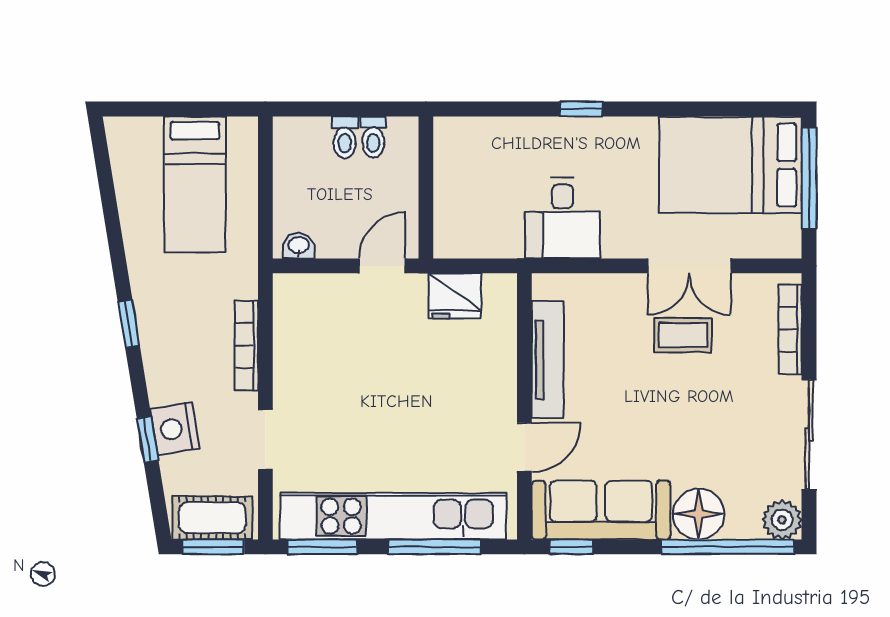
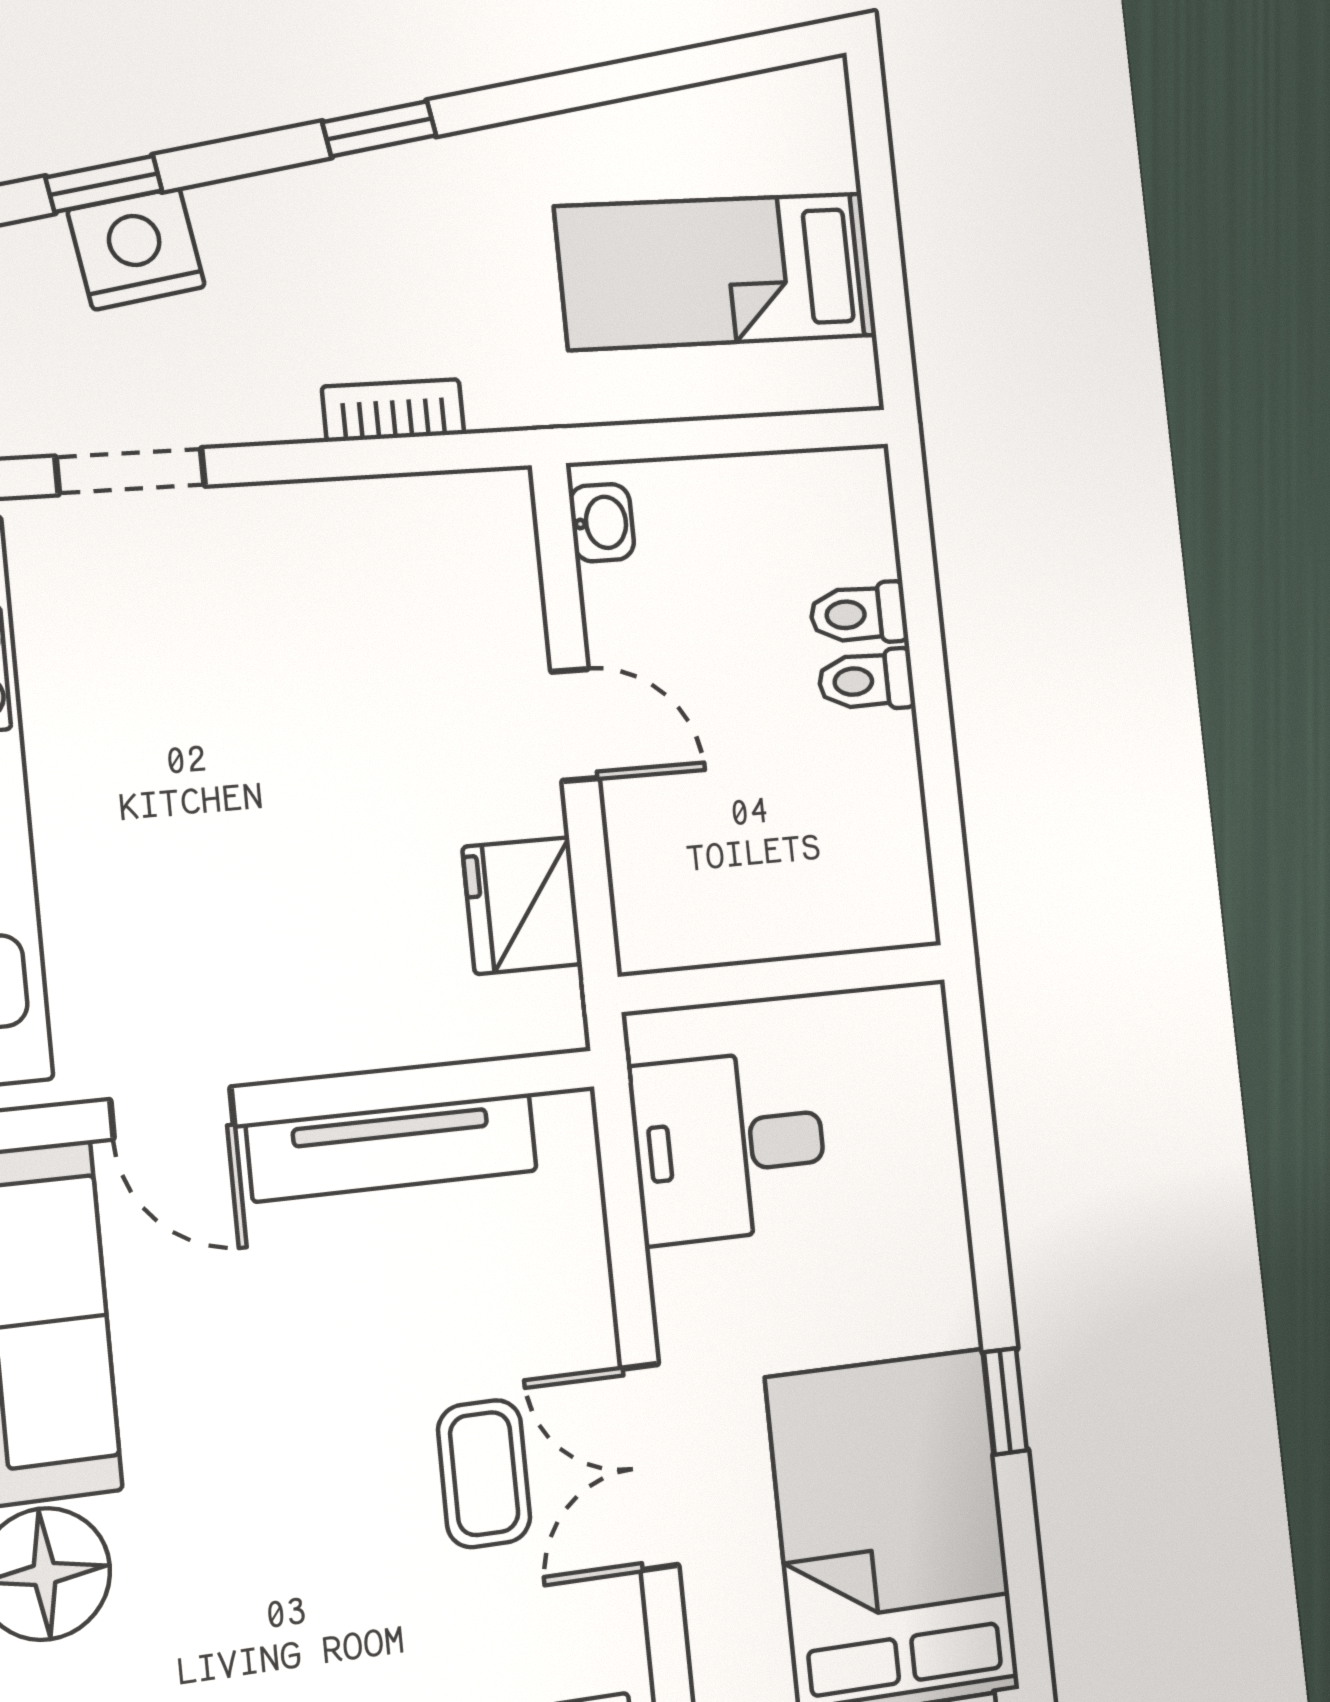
window: (581, 109) -> (1005, 1401), moved
wall: (426, 187) -> (783, 978), moved
bookcase: (247, 346) -> (393, 410), width x0.64

